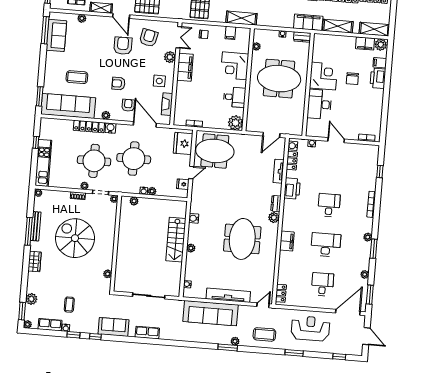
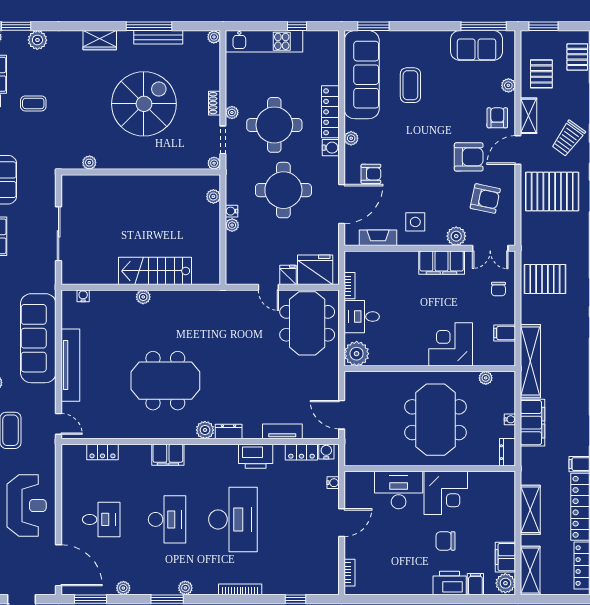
shelving: (241, 18) -> (530, 361), width x1.47
filing cabinet: (308, 22) -> (533, 423), moved
armchair: (119, 84) -> (497, 118), moved
desk: (234, 97) -> (362, 317), moved, turned 90
fridge: (183, 184) -> (288, 275), moved
desk: (329, 205) -> (233, 519), width x1.87, depth x1.30
water cooler: (194, 218) -> (193, 298), removed
locker: (281, 293) -> (102, 452), moved

